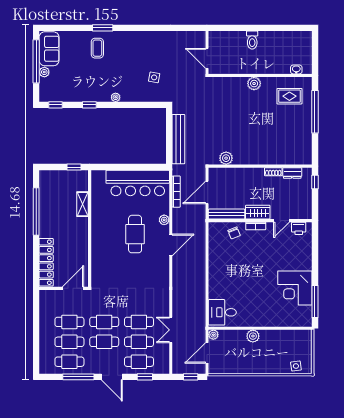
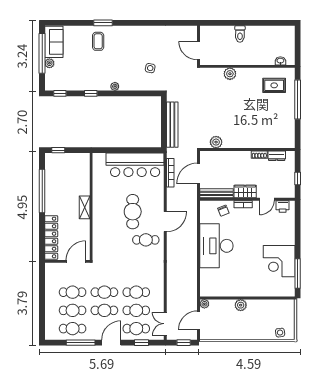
plant: (254, 84) -> (230, 74), moved
window: (74, 167) -> (58, 150), moved
window: (315, 182) -> (298, 178), moved
shelving: (83, 204) -> (85, 207), moved
plant: (164, 220) -> (159, 199), removed
cafe table: (149, 265) -> (146, 240), added
desk: (222, 312) -> (216, 246), moved, width x1.87, depth x1.30
double door: (171, 330) -> (165, 324), moved
door: (112, 377) -> (111, 343), swing flipped

